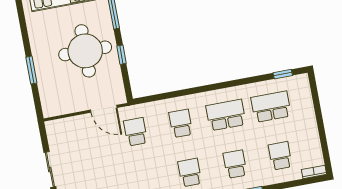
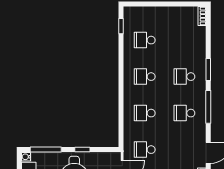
school desk: (271, 107) -> (145, 40), width x0.54
school desk: (226, 115) -> (145, 77), width x0.54
school desk: (280, 156) -> (184, 40), removed

